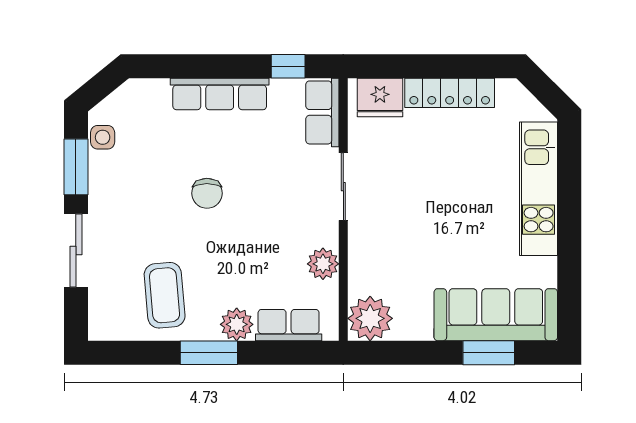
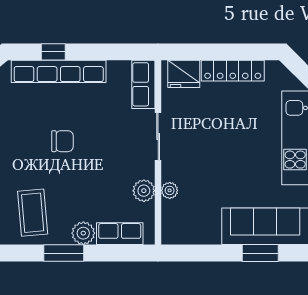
window: (288, 66) -> (53, 52), moved
row of seats: (220, 94) -> (59, 71), width x1.36
chair: (207, 193) -> (62, 141), turned -90
plant: (370, 318) -> (170, 190), moved, width x0.53, depth x0.53

